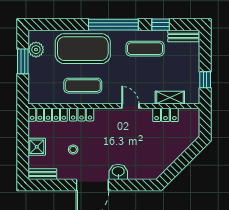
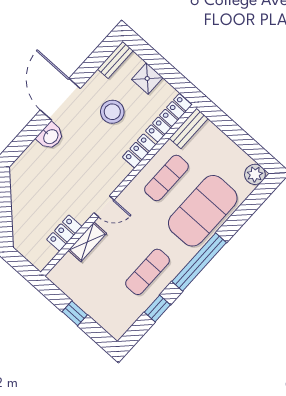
bench: (183, 36) -> (189, 128), moved
plant: (36, 50) -> (255, 174), moved
window: (23, 61) -> (243, 140), removed
window: (205, 80) -> (75, 313), moved
shelving: (170, 98) -> (87, 242), moved
stool: (73, 149) -> (112, 112), width x1.89, depth x1.89

